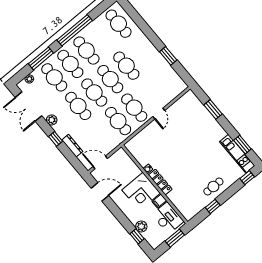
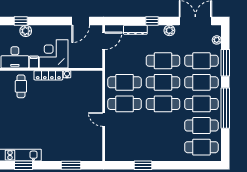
cafe table: (126, 66) -> (201, 126), moved
cafe table: (213, 187) -> (21, 86), moved

